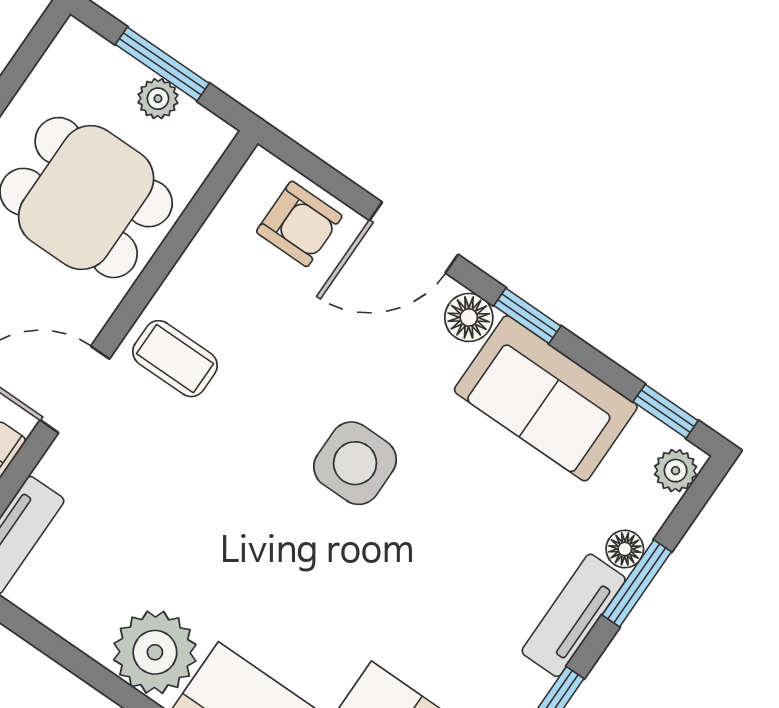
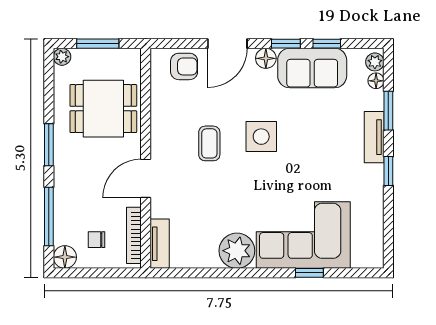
plant: (158, 99) -> (62, 57), moved
coffee table: (175, 359) -> (209, 143), moved, turned 90
window: (666, 411) -> (327, 44), moved
floor lamp: (625, 549) -> (376, 81), moved

